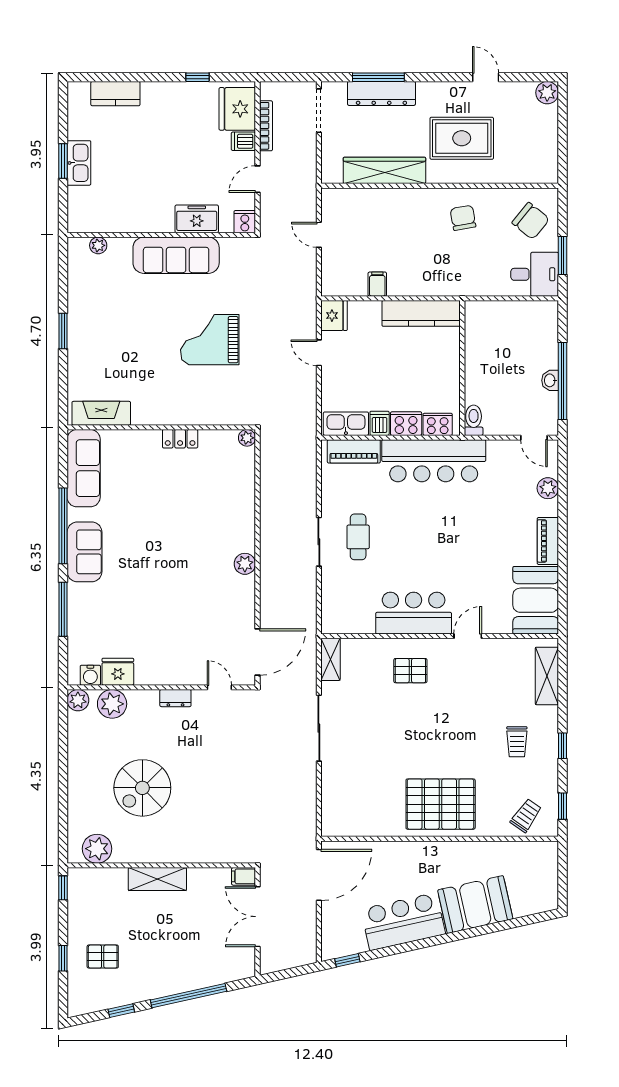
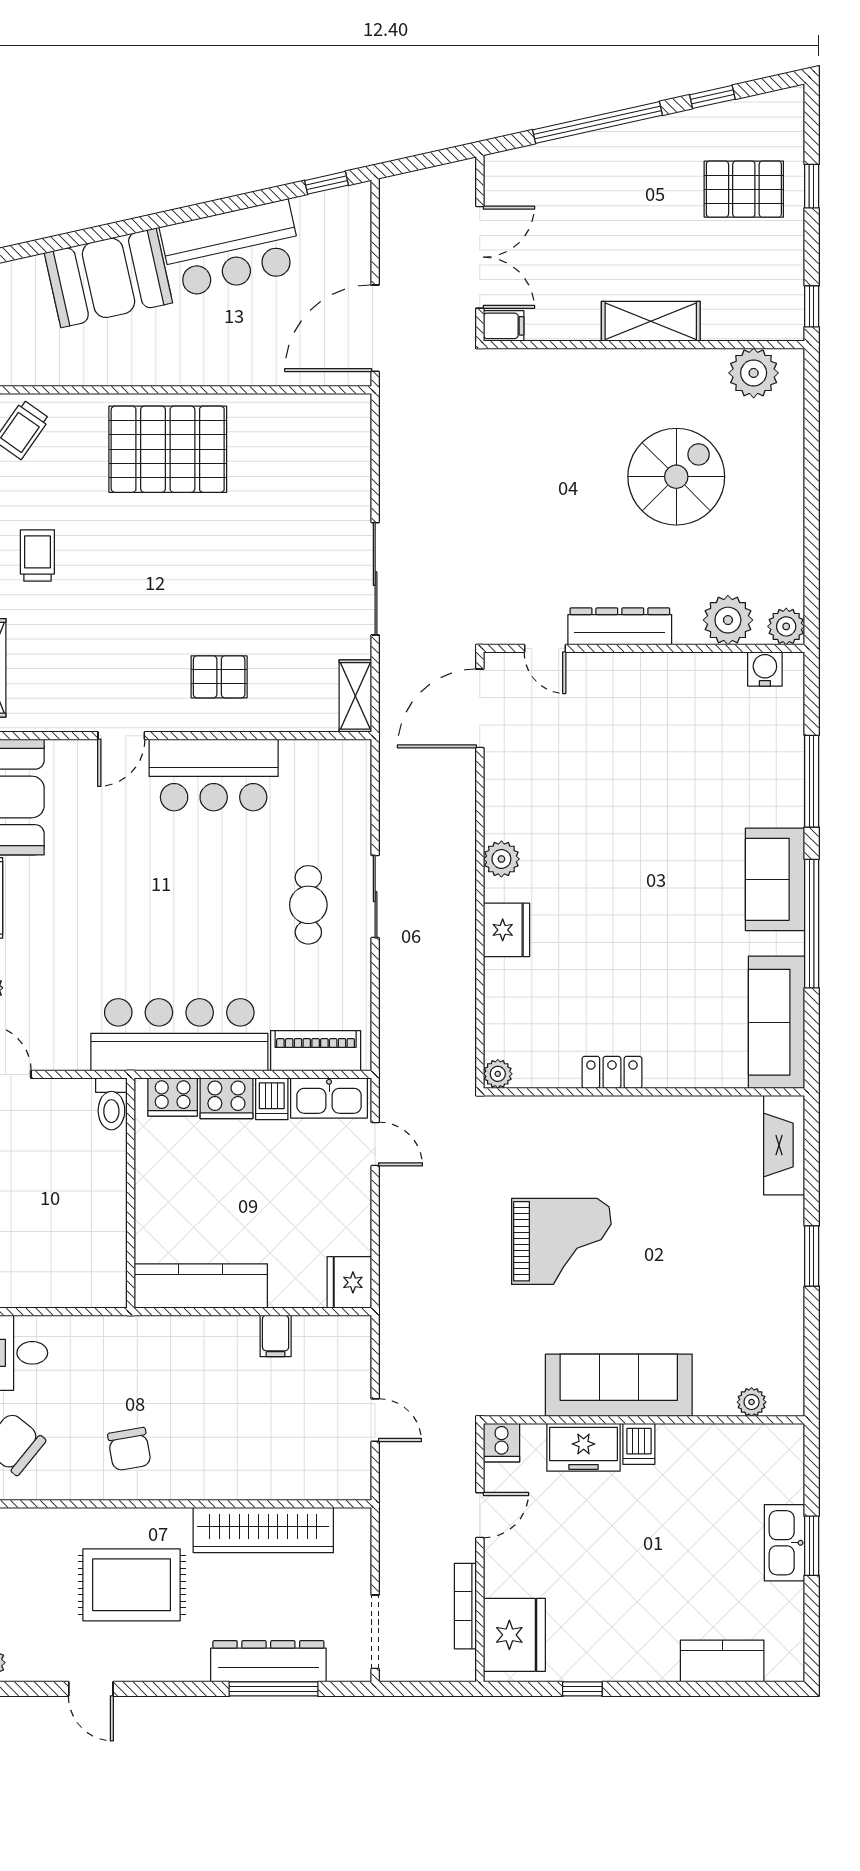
dishwasher: (243, 141) -> (639, 1444), moved, turned 90
door: (319, 353) -> (375, 1144), moved
fireplace: (101, 413) -> (784, 1145), moved, turned 90
fridge: (118, 672) -> (506, 930), moved, turned -90
dresser: (175, 698) -> (620, 626), width x1.96, depth x1.24
pallet: (103, 957) -> (744, 189), width x1.50, depth x1.42

